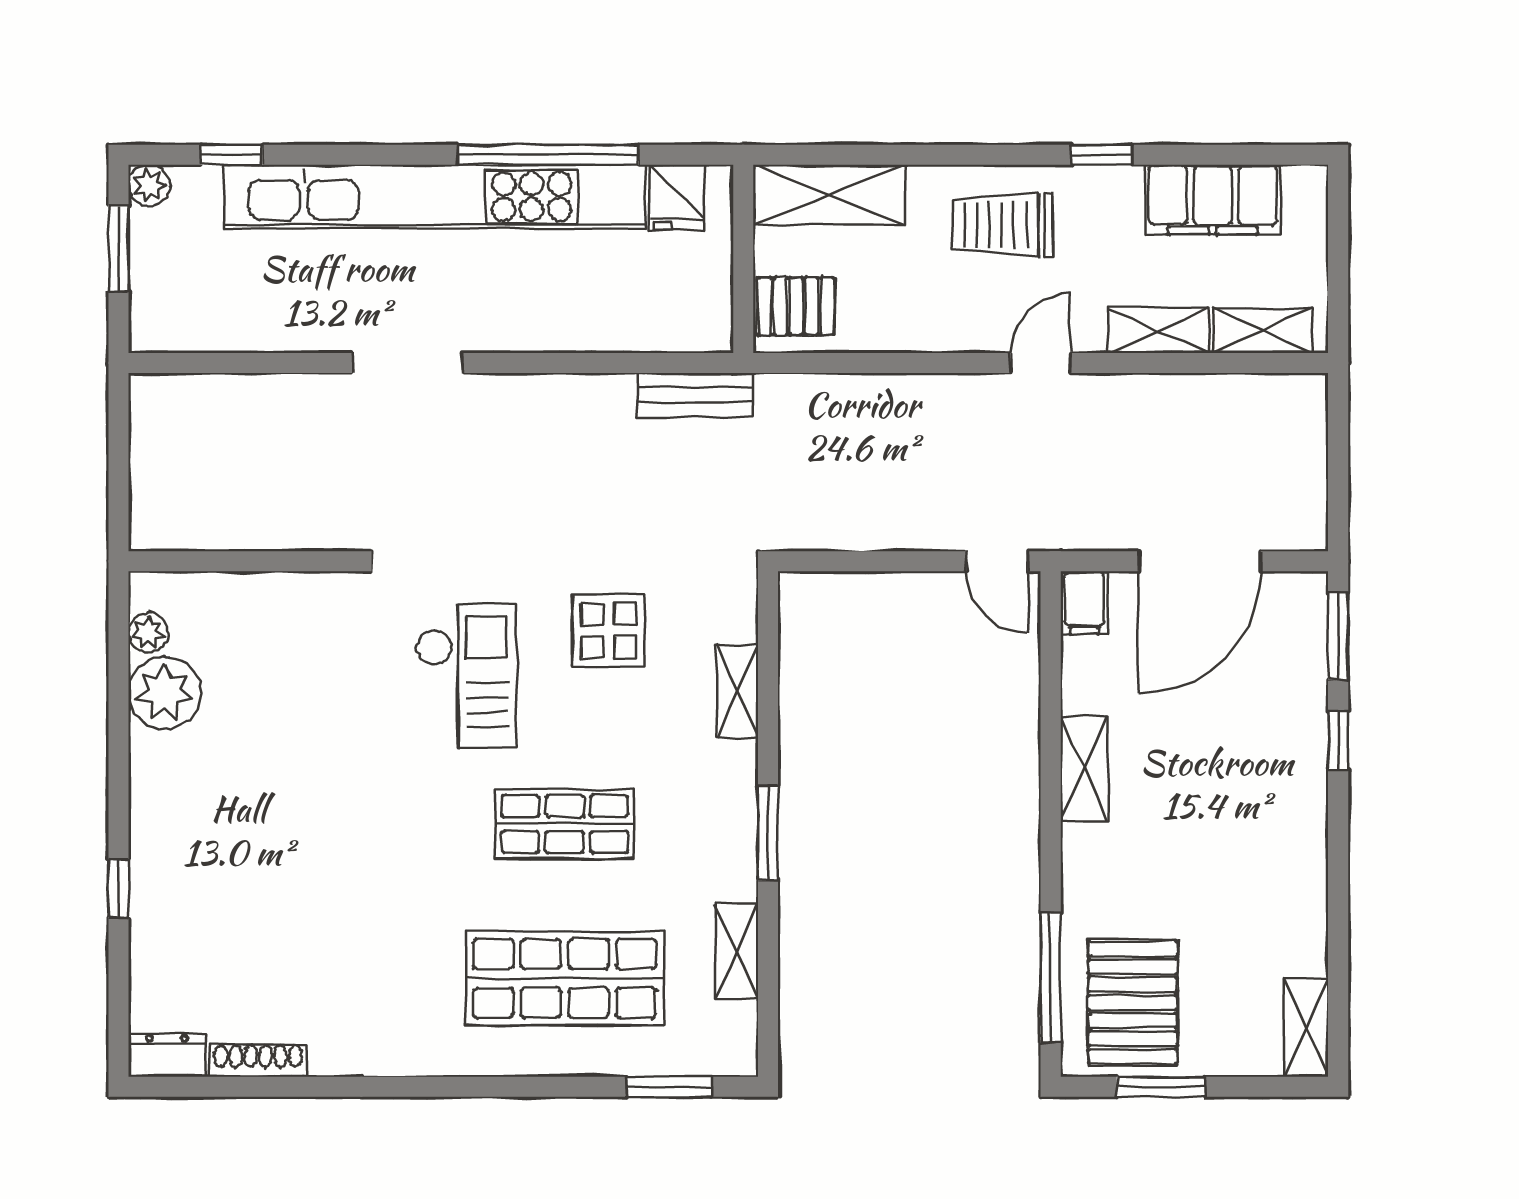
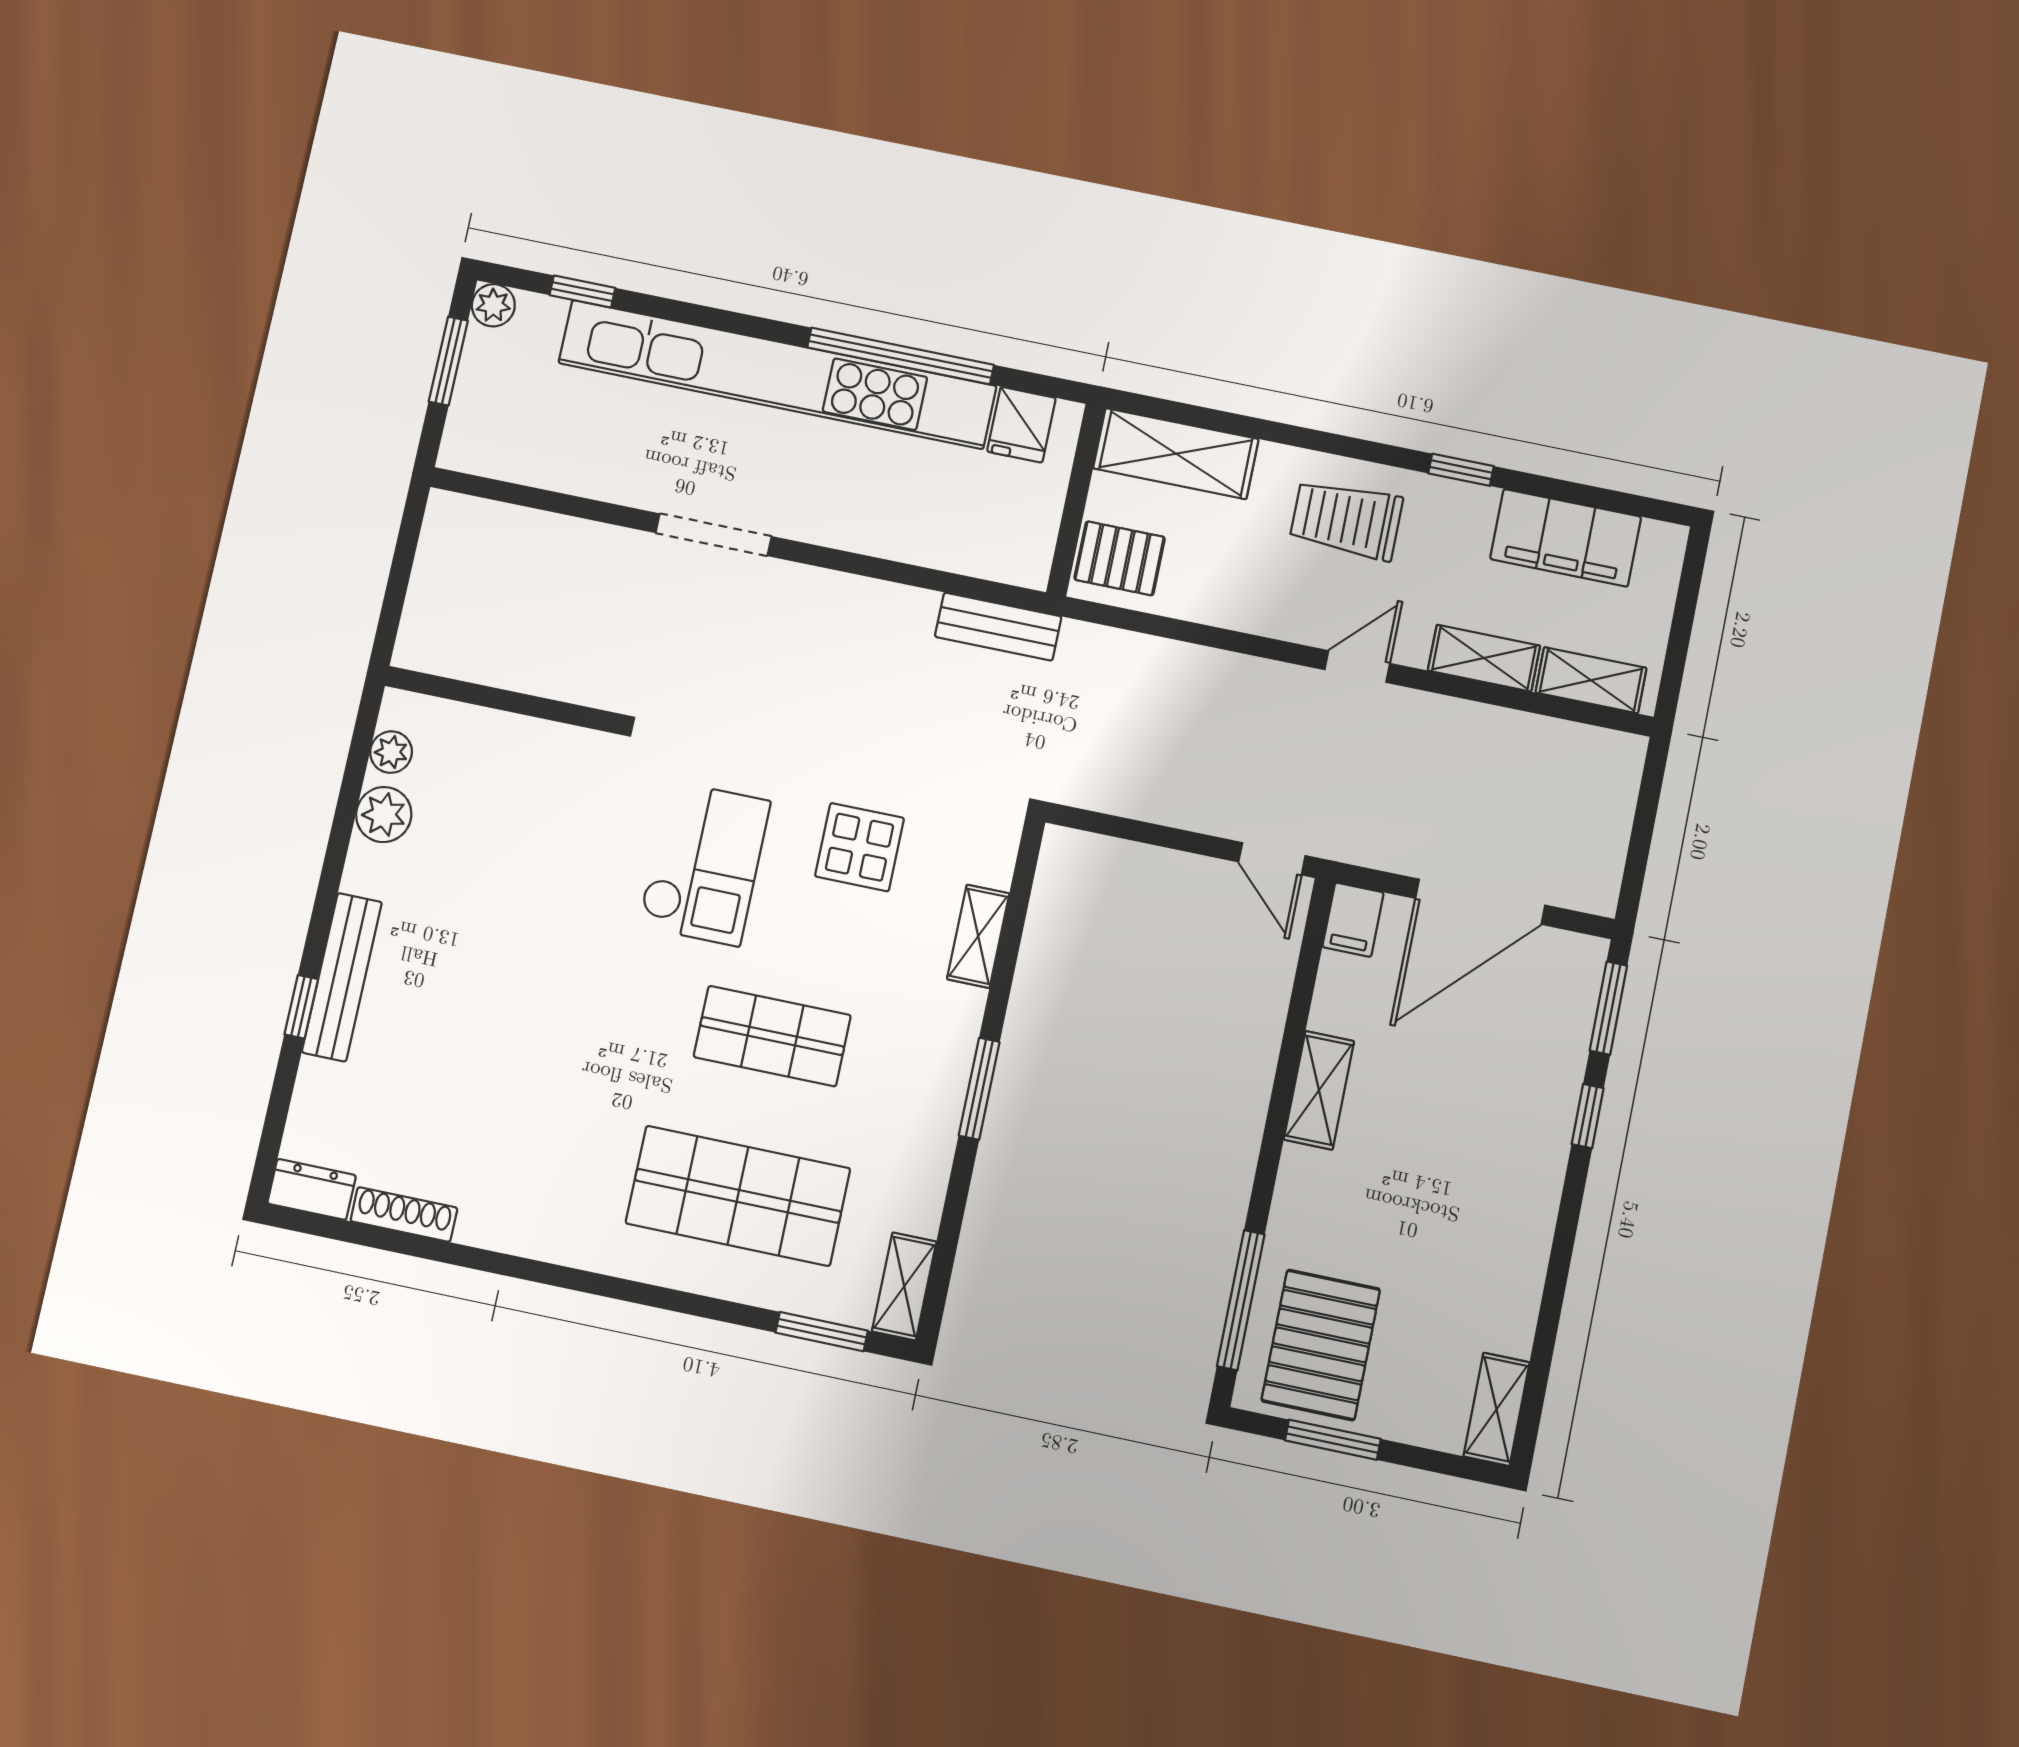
plant: (165, 693) -> (384, 815), width x0.73, depth x0.73
bench: (150, 853) -> (342, 977), added
shelving: (737, 951) -> (904, 1286), moved

